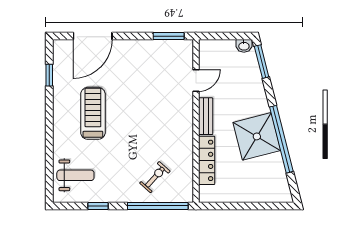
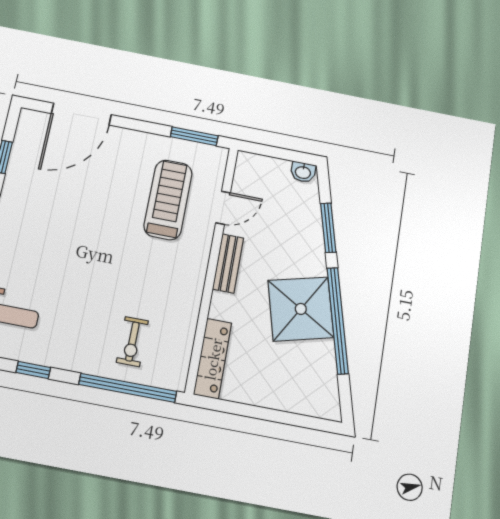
window: (262, 62) -> (328, 228), moved
treadmill: (93, 113) -> (168, 200), moved
locker: (207, 160) -> (213, 359), moved
exercise bike: (155, 177) -> (132, 342), turned 138

